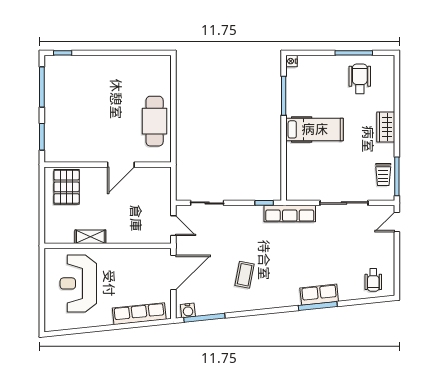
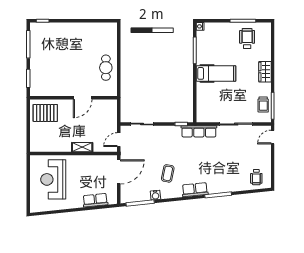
cafe table: (155, 121) -> (106, 68), width x0.73, depth x0.74
pallet: (67, 187) -> (45, 113), turned 90
door: (173, 226) -> (119, 140), swing flipped
shelving: (90, 237) -> (82, 147), moved
row of seats: (319, 295) -> (195, 190), moved
water cooler: (188, 310) -> (155, 195), moved
row of seats: (139, 314) -> (95, 200), width x0.68

